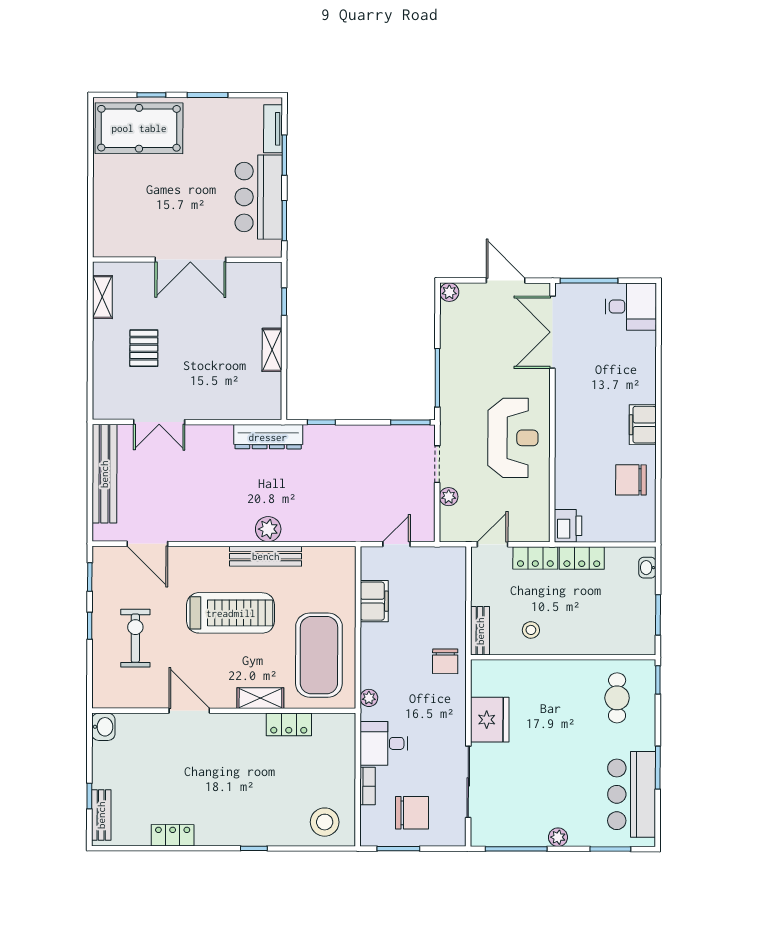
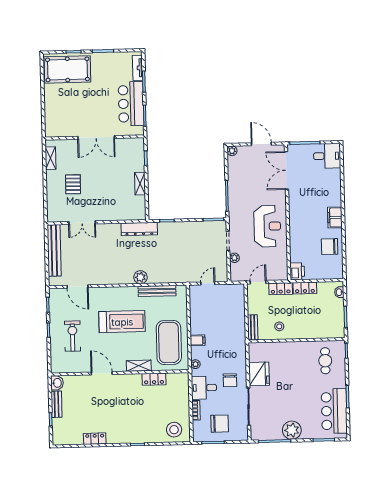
bench: (266, 556) -> (157, 291), moved
filing cabinet: (374, 601) -> (198, 340), moved, width x0.50
chair: (445, 661) -> (230, 380), moved
bench: (101, 815) -> (57, 404), moved
plant: (558, 837) -> (292, 430), width x1.88, depth x1.88

